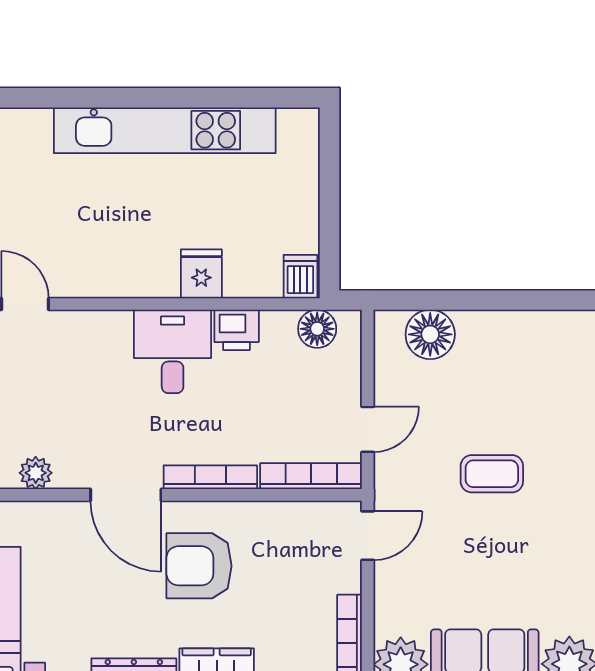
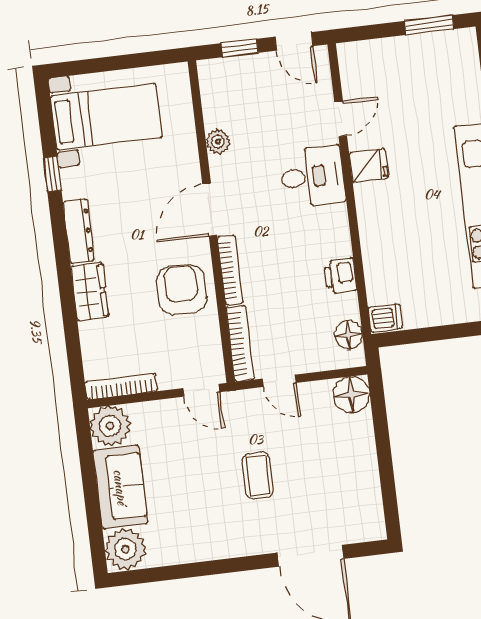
fridge: (201, 274) -> (369, 165), moved
floor lamp: (430, 334) -> (351, 395), moved
desk: (173, 351) -> (312, 176), moved
armchair: (199, 566) -> (181, 290), moved

